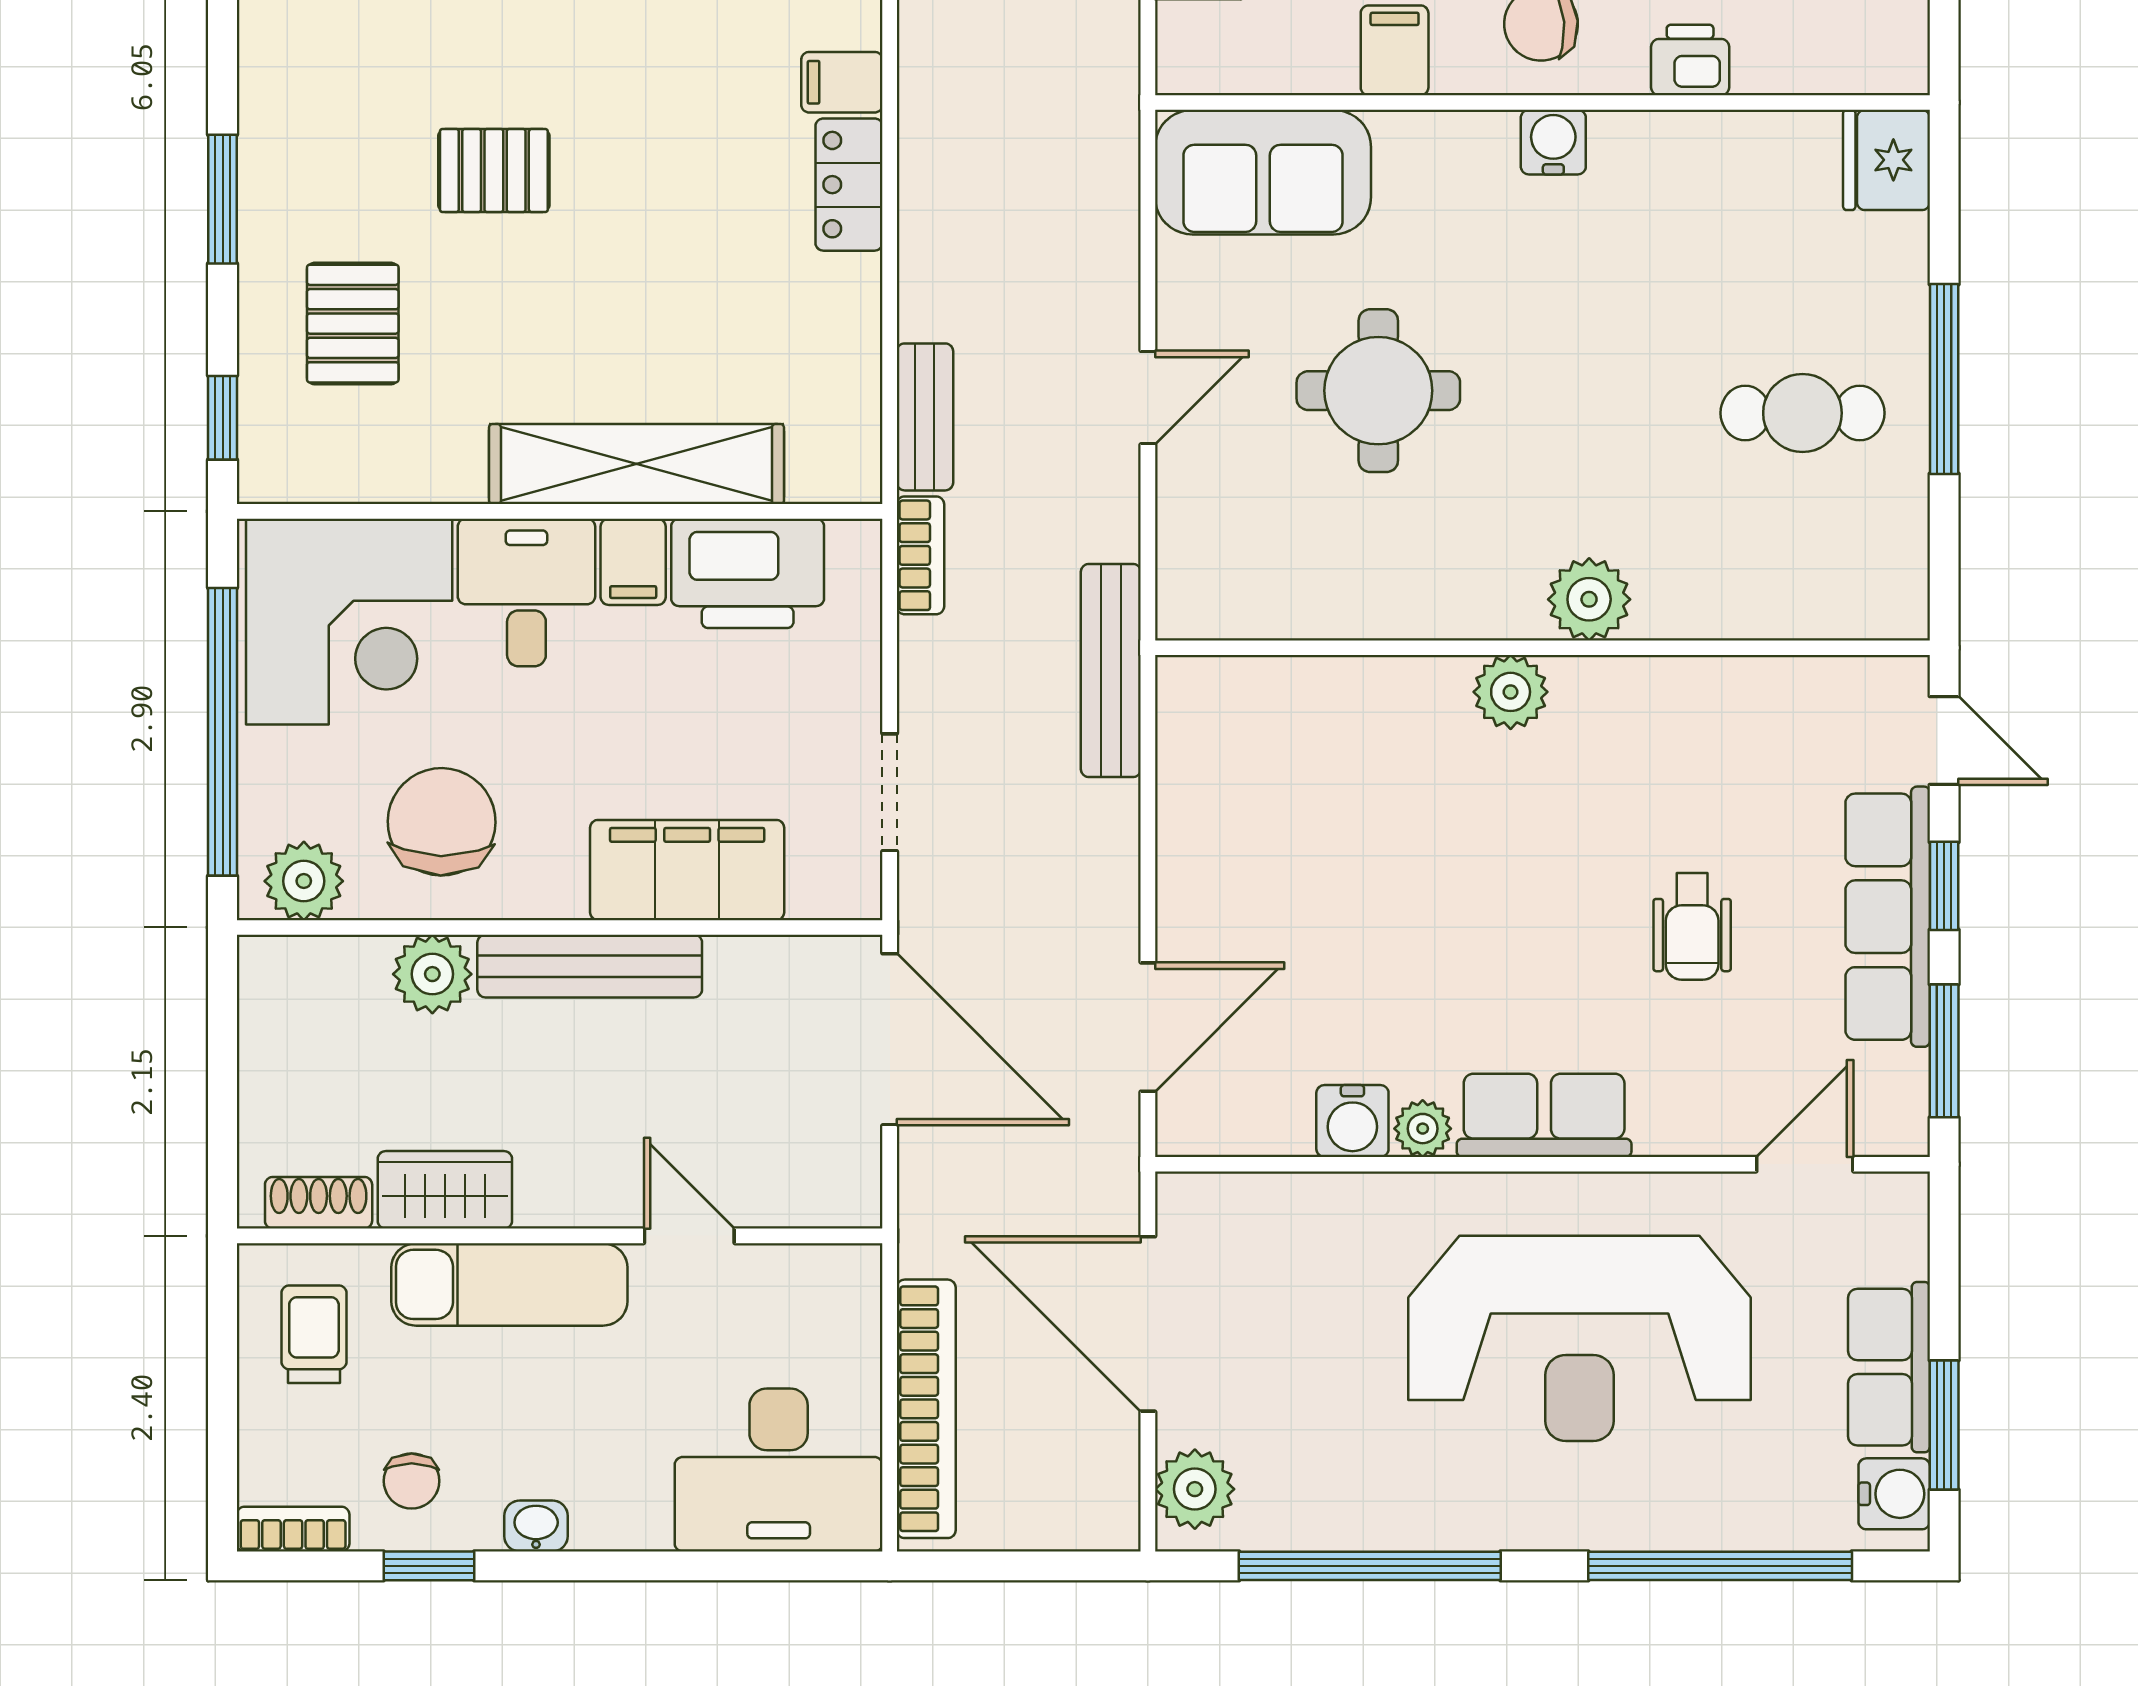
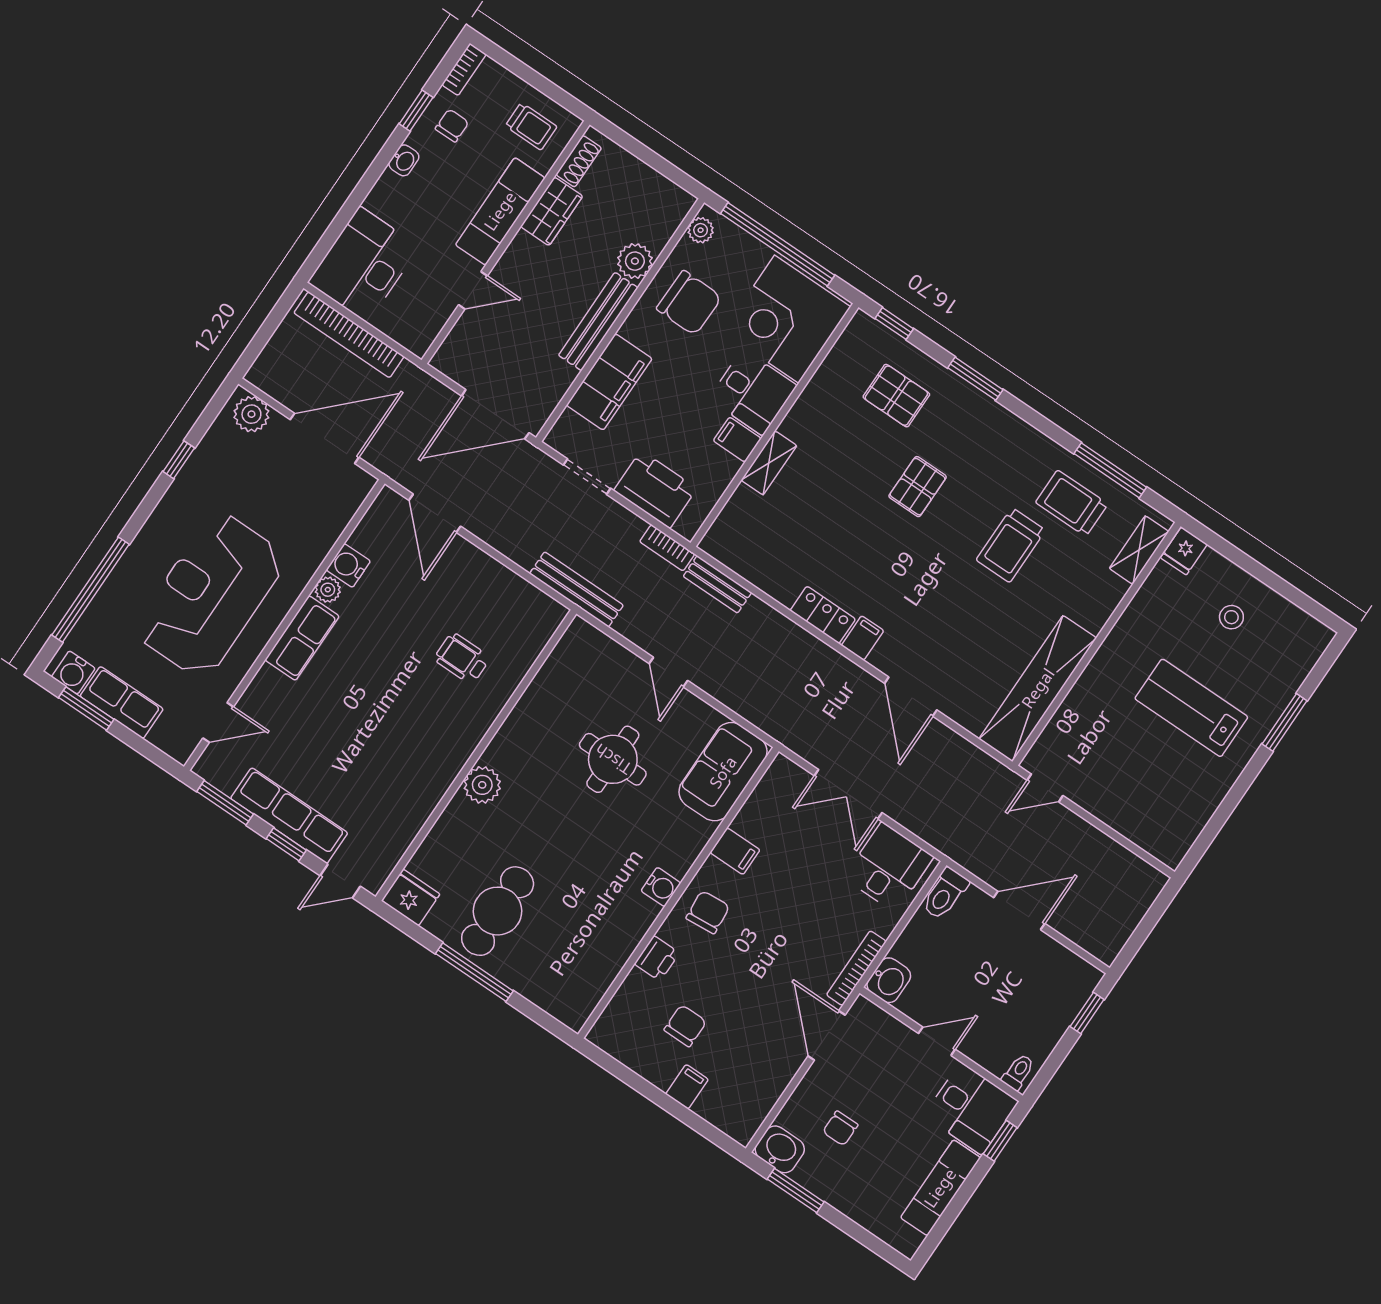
fridge: (1886, 160) -> (411, 898), moved
cafe table: (1802, 413) -> (498, 911), width x1.37, depth x1.35
shelving: (636, 464) -> (769, 463), width x0.45, depth x0.75
printer: (748, 573) -> (655, 489), moved, turned 90
plant: (1511, 692) -> (468, 732), removed
plant: (304, 881) -> (701, 230), width x0.73, depth x0.73
wheelchair: (1692, 927) -> (462, 658), moved
door: (1805, 1164) -> (218, 722), hinge flipped
chair: (412, 1481) -> (452, 126), turned 90
window: (1370, 1566) -> (179, 460), width x0.32

